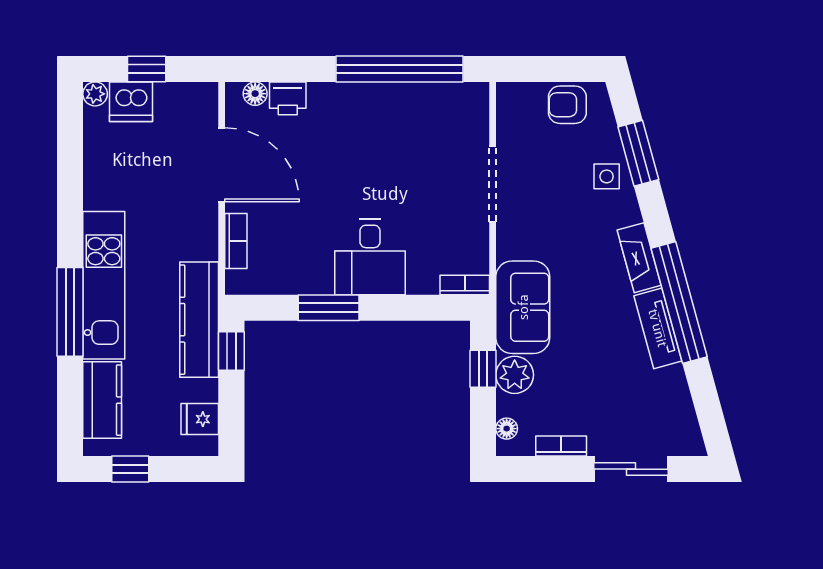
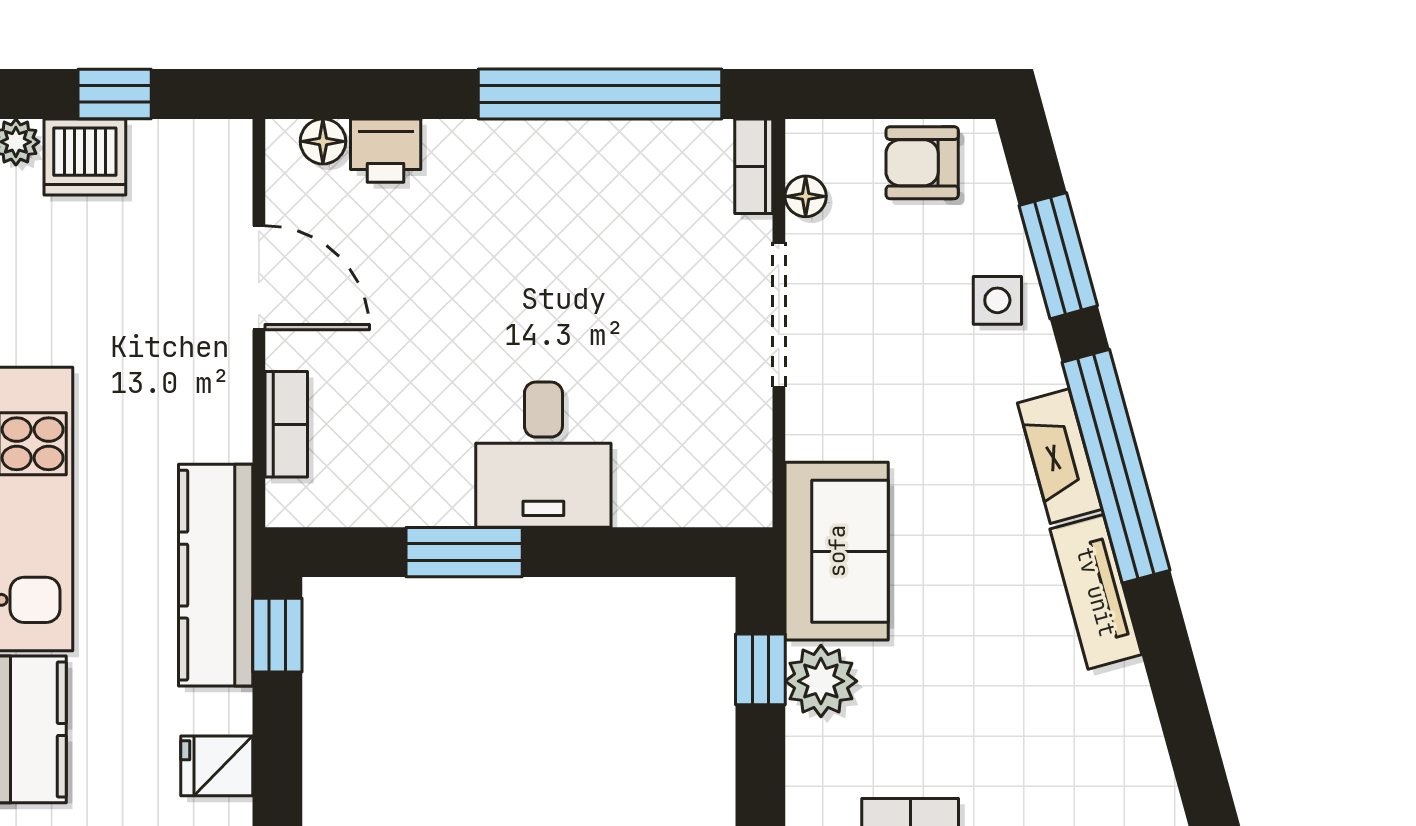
door: (222, 165) -> (259, 278), width x0.73
bookcase: (465, 285) -> (754, 166), moved, turned -90
window: (679, 302) -> (1116, 466), moved
floor lamp: (507, 429) -> (806, 196), moved

